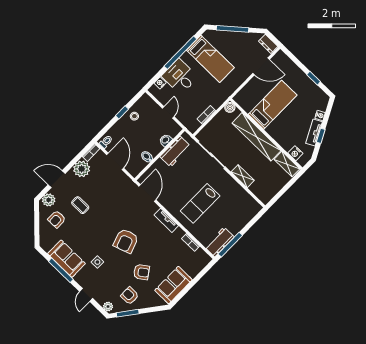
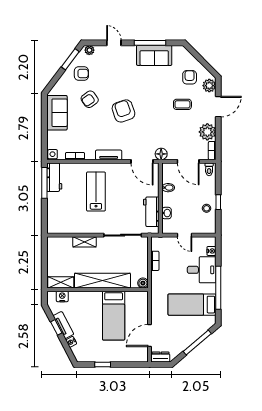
floor lamp: (129, 185) -> (161, 154), added
side table: (97, 262) -> (53, 154), moved

